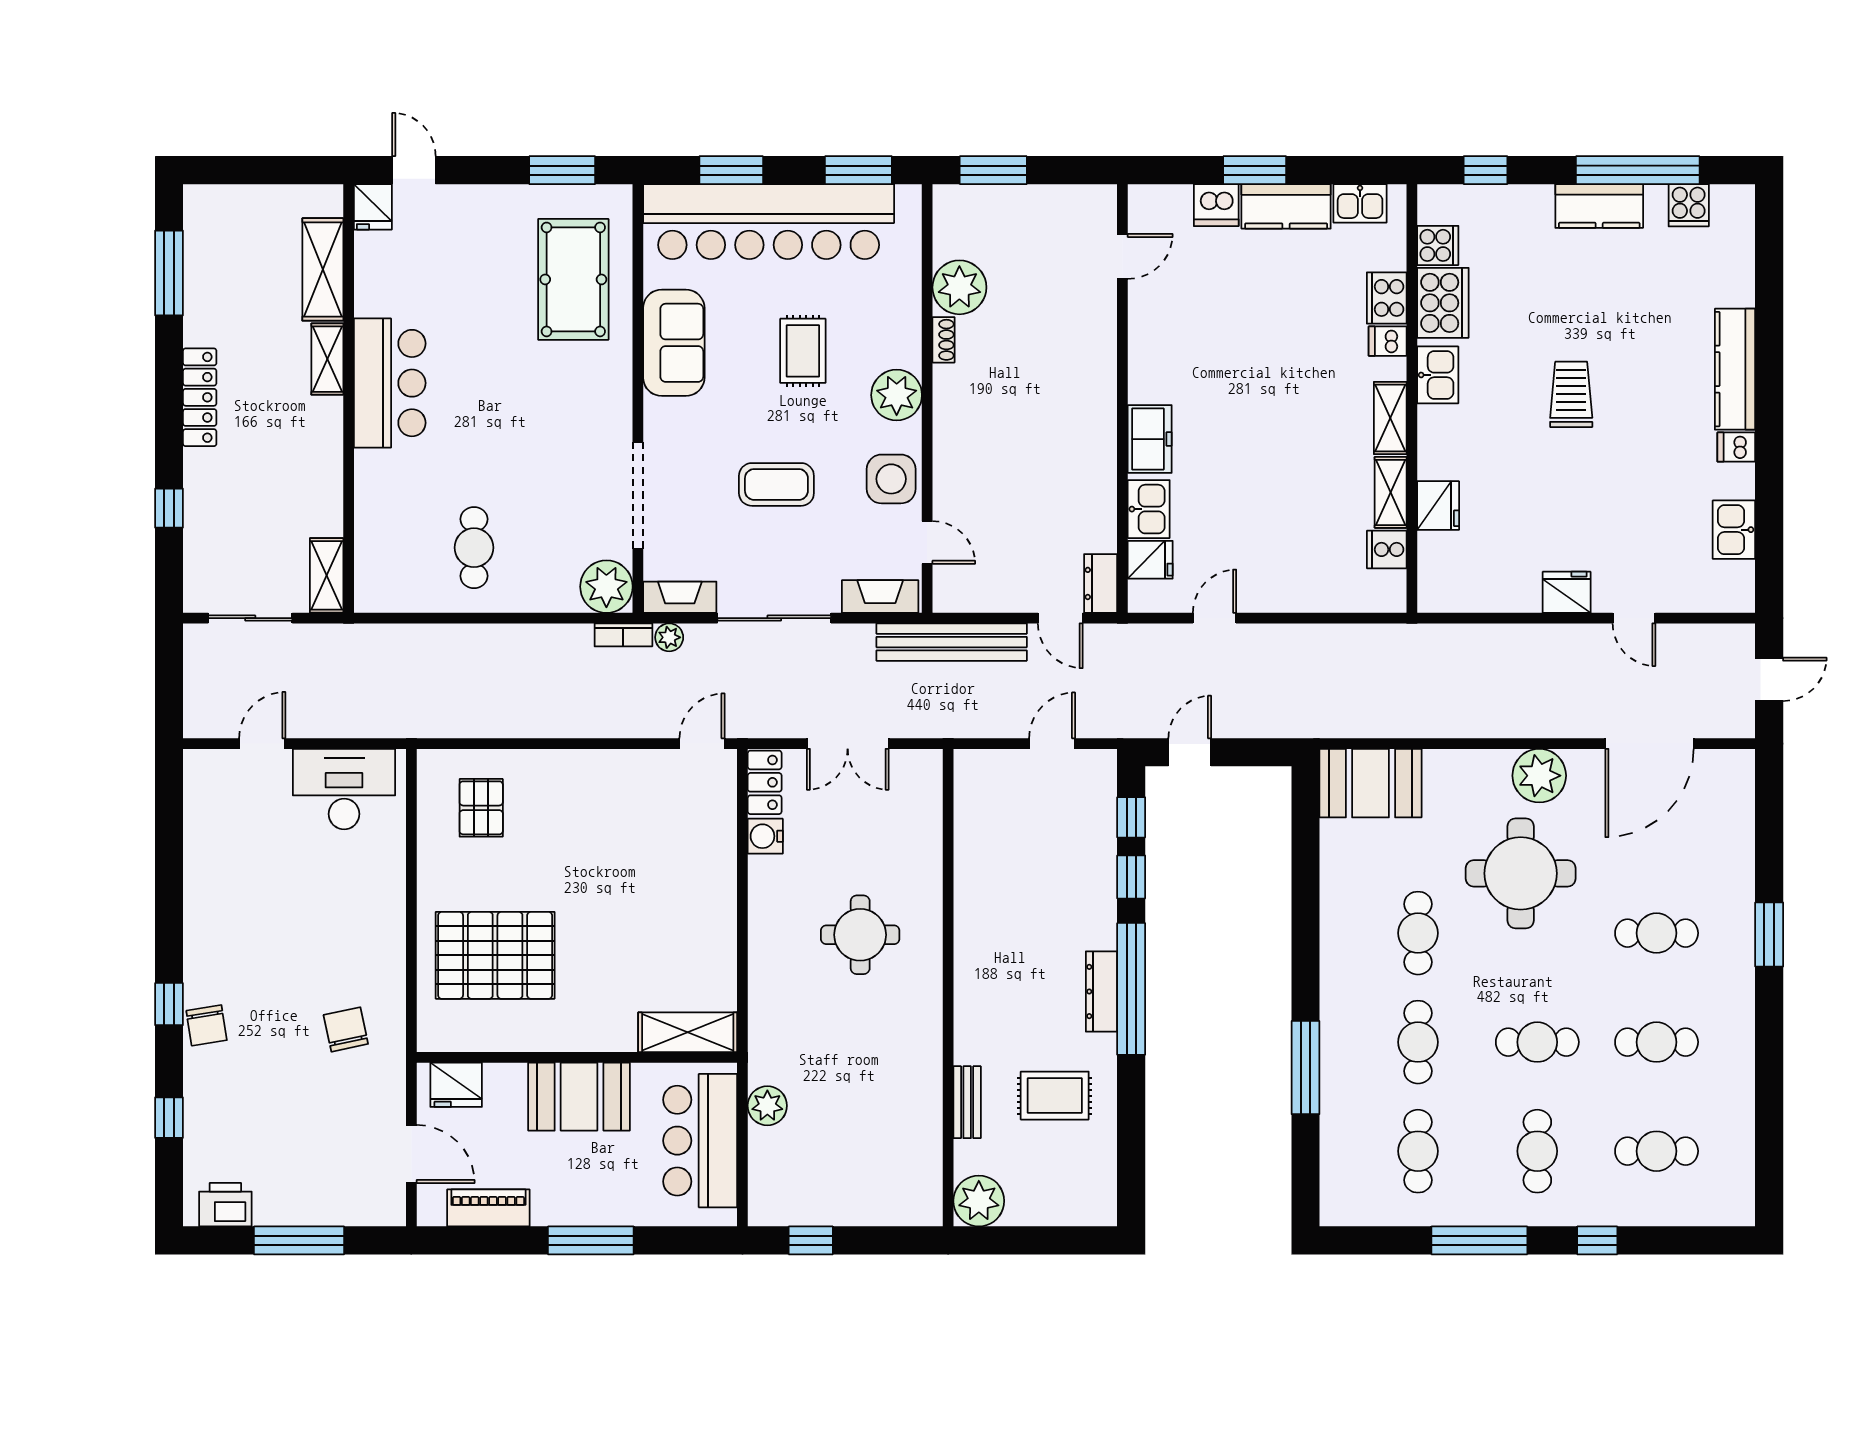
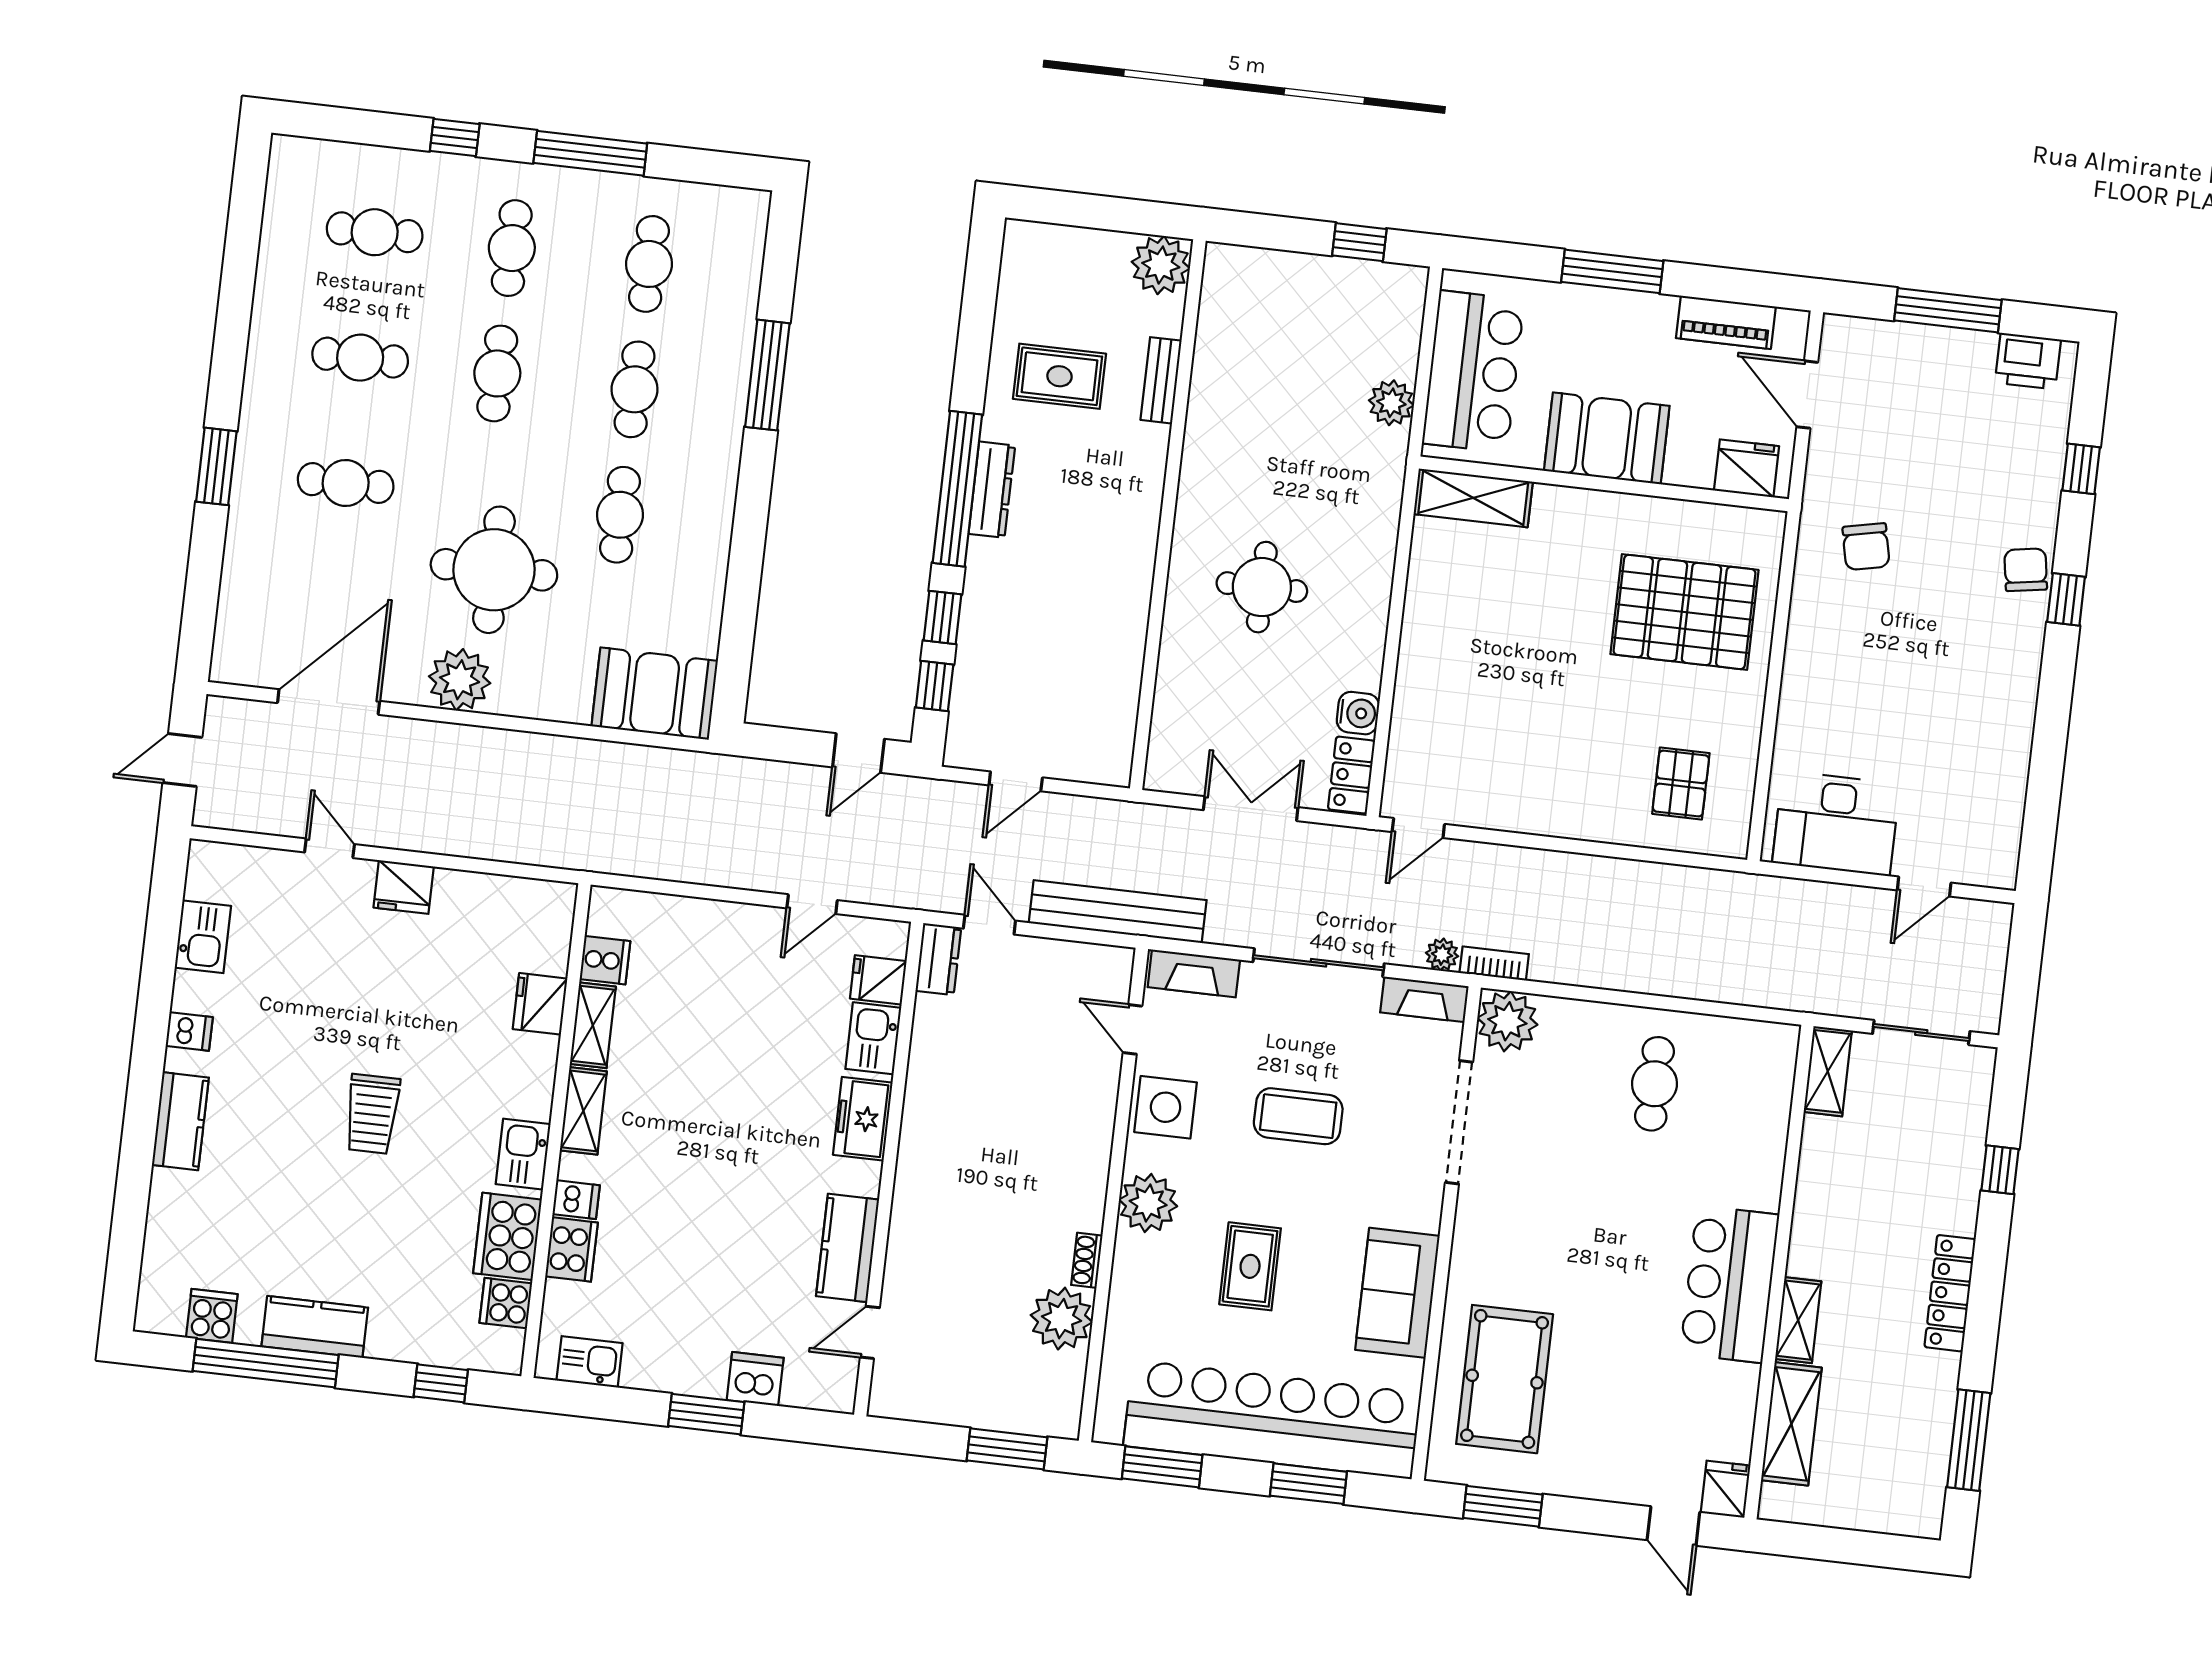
kitchen counter: (1286, 206) -> (848, 1248), moved, turned -90
kitchen counter: (1735, 369) -> (180, 1121), width x0.67
cafe table: (1537, 1042) -> (497, 373), turned 90

